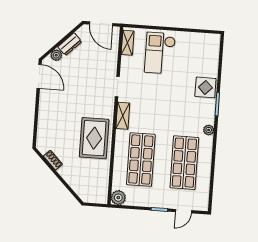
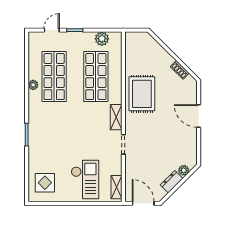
door: (39, 76) -> (199, 116), moved
display table: (205, 87) -> (45, 183), moved
plant: (209, 130) -> (33, 85), moved
plant: (118, 198) -> (102, 39), moved

